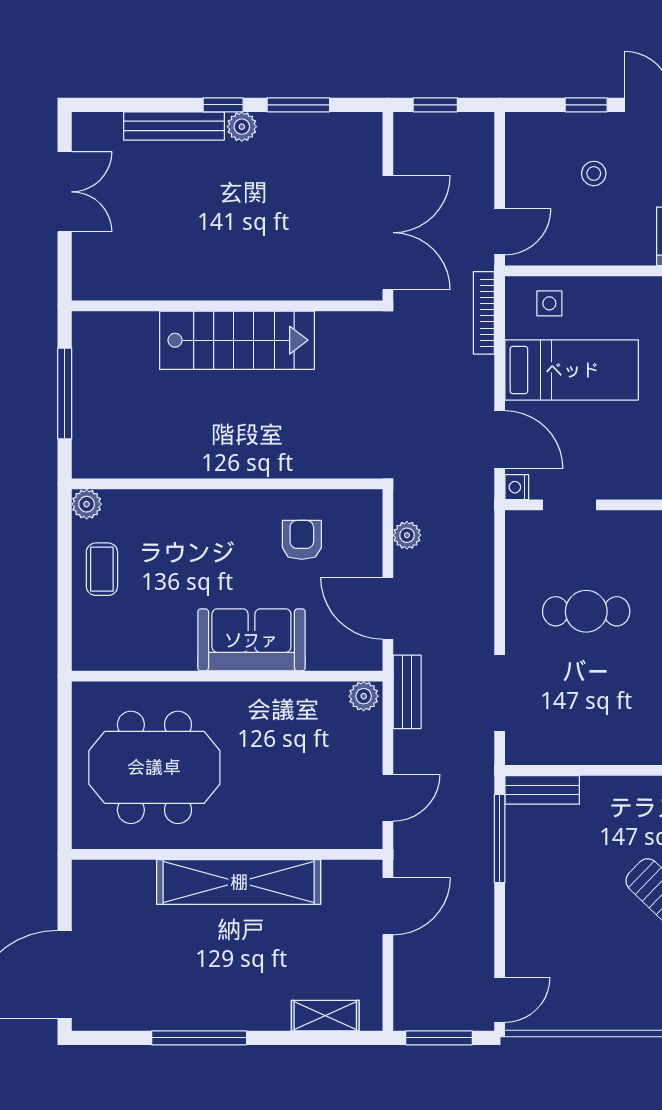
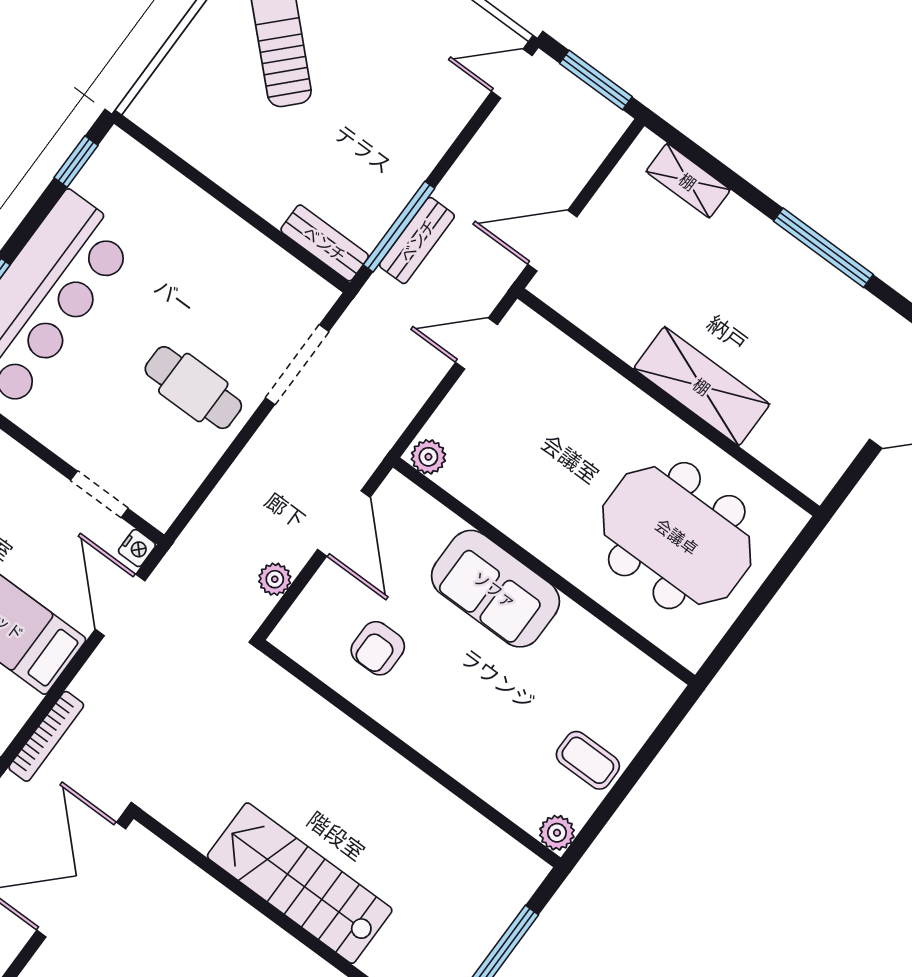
coffee table: (102, 569) -> (588, 760), turned 90
cafe table: (586, 611) -> (193, 388), moved
bench: (407, 692) -> (417, 240), moved
shelving: (239, 882) -> (702, 386), width x0.68

